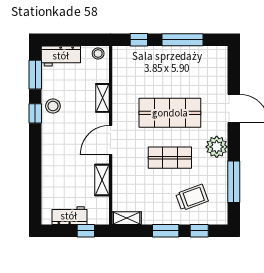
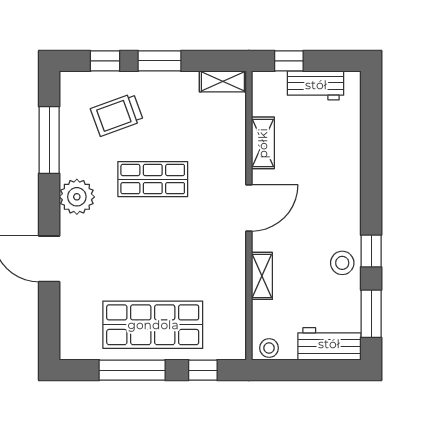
shop shelf: (170, 113) -> (153, 325), moved

